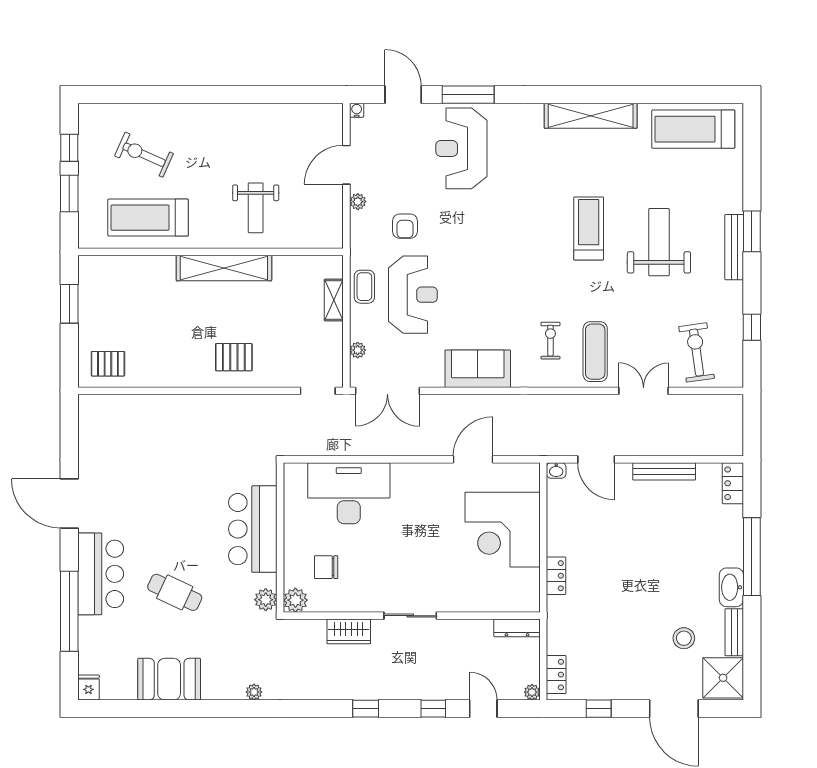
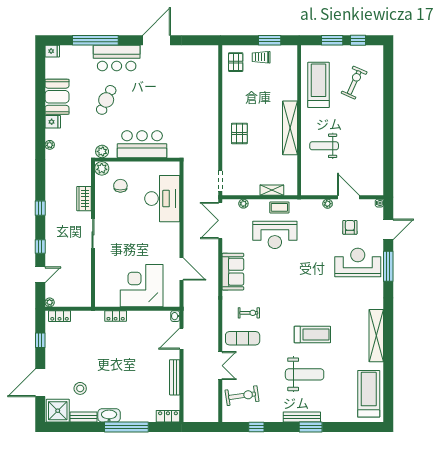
armchair: (405, 226) -> (350, 227), moved, turned 90
trolley: (99, 319) -> (261, 57), added
dresser: (517, 628) -> (86, 294), removed
fridge: (213, 687) -> (53, 122), added

